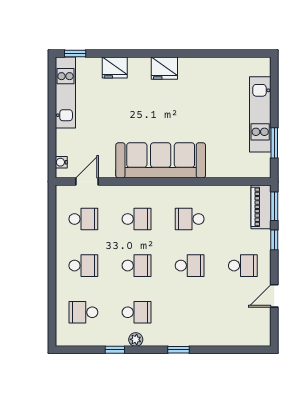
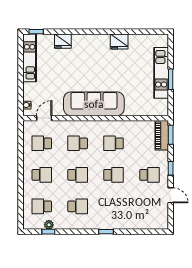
fridge: (164, 68) -> (119, 41), moved
window: (274, 143) -> (171, 79), moved
school desk: (83, 219) -> (42, 143), turned 180
school desk: (137, 219) -> (78, 143), turned 180
window: (274, 240) -> (171, 168), moved
door: (274, 296) -> (171, 195), swing flipped
plant: (136, 339) -> (49, 225), moved
window: (115, 350) -> (48, 232), moved

